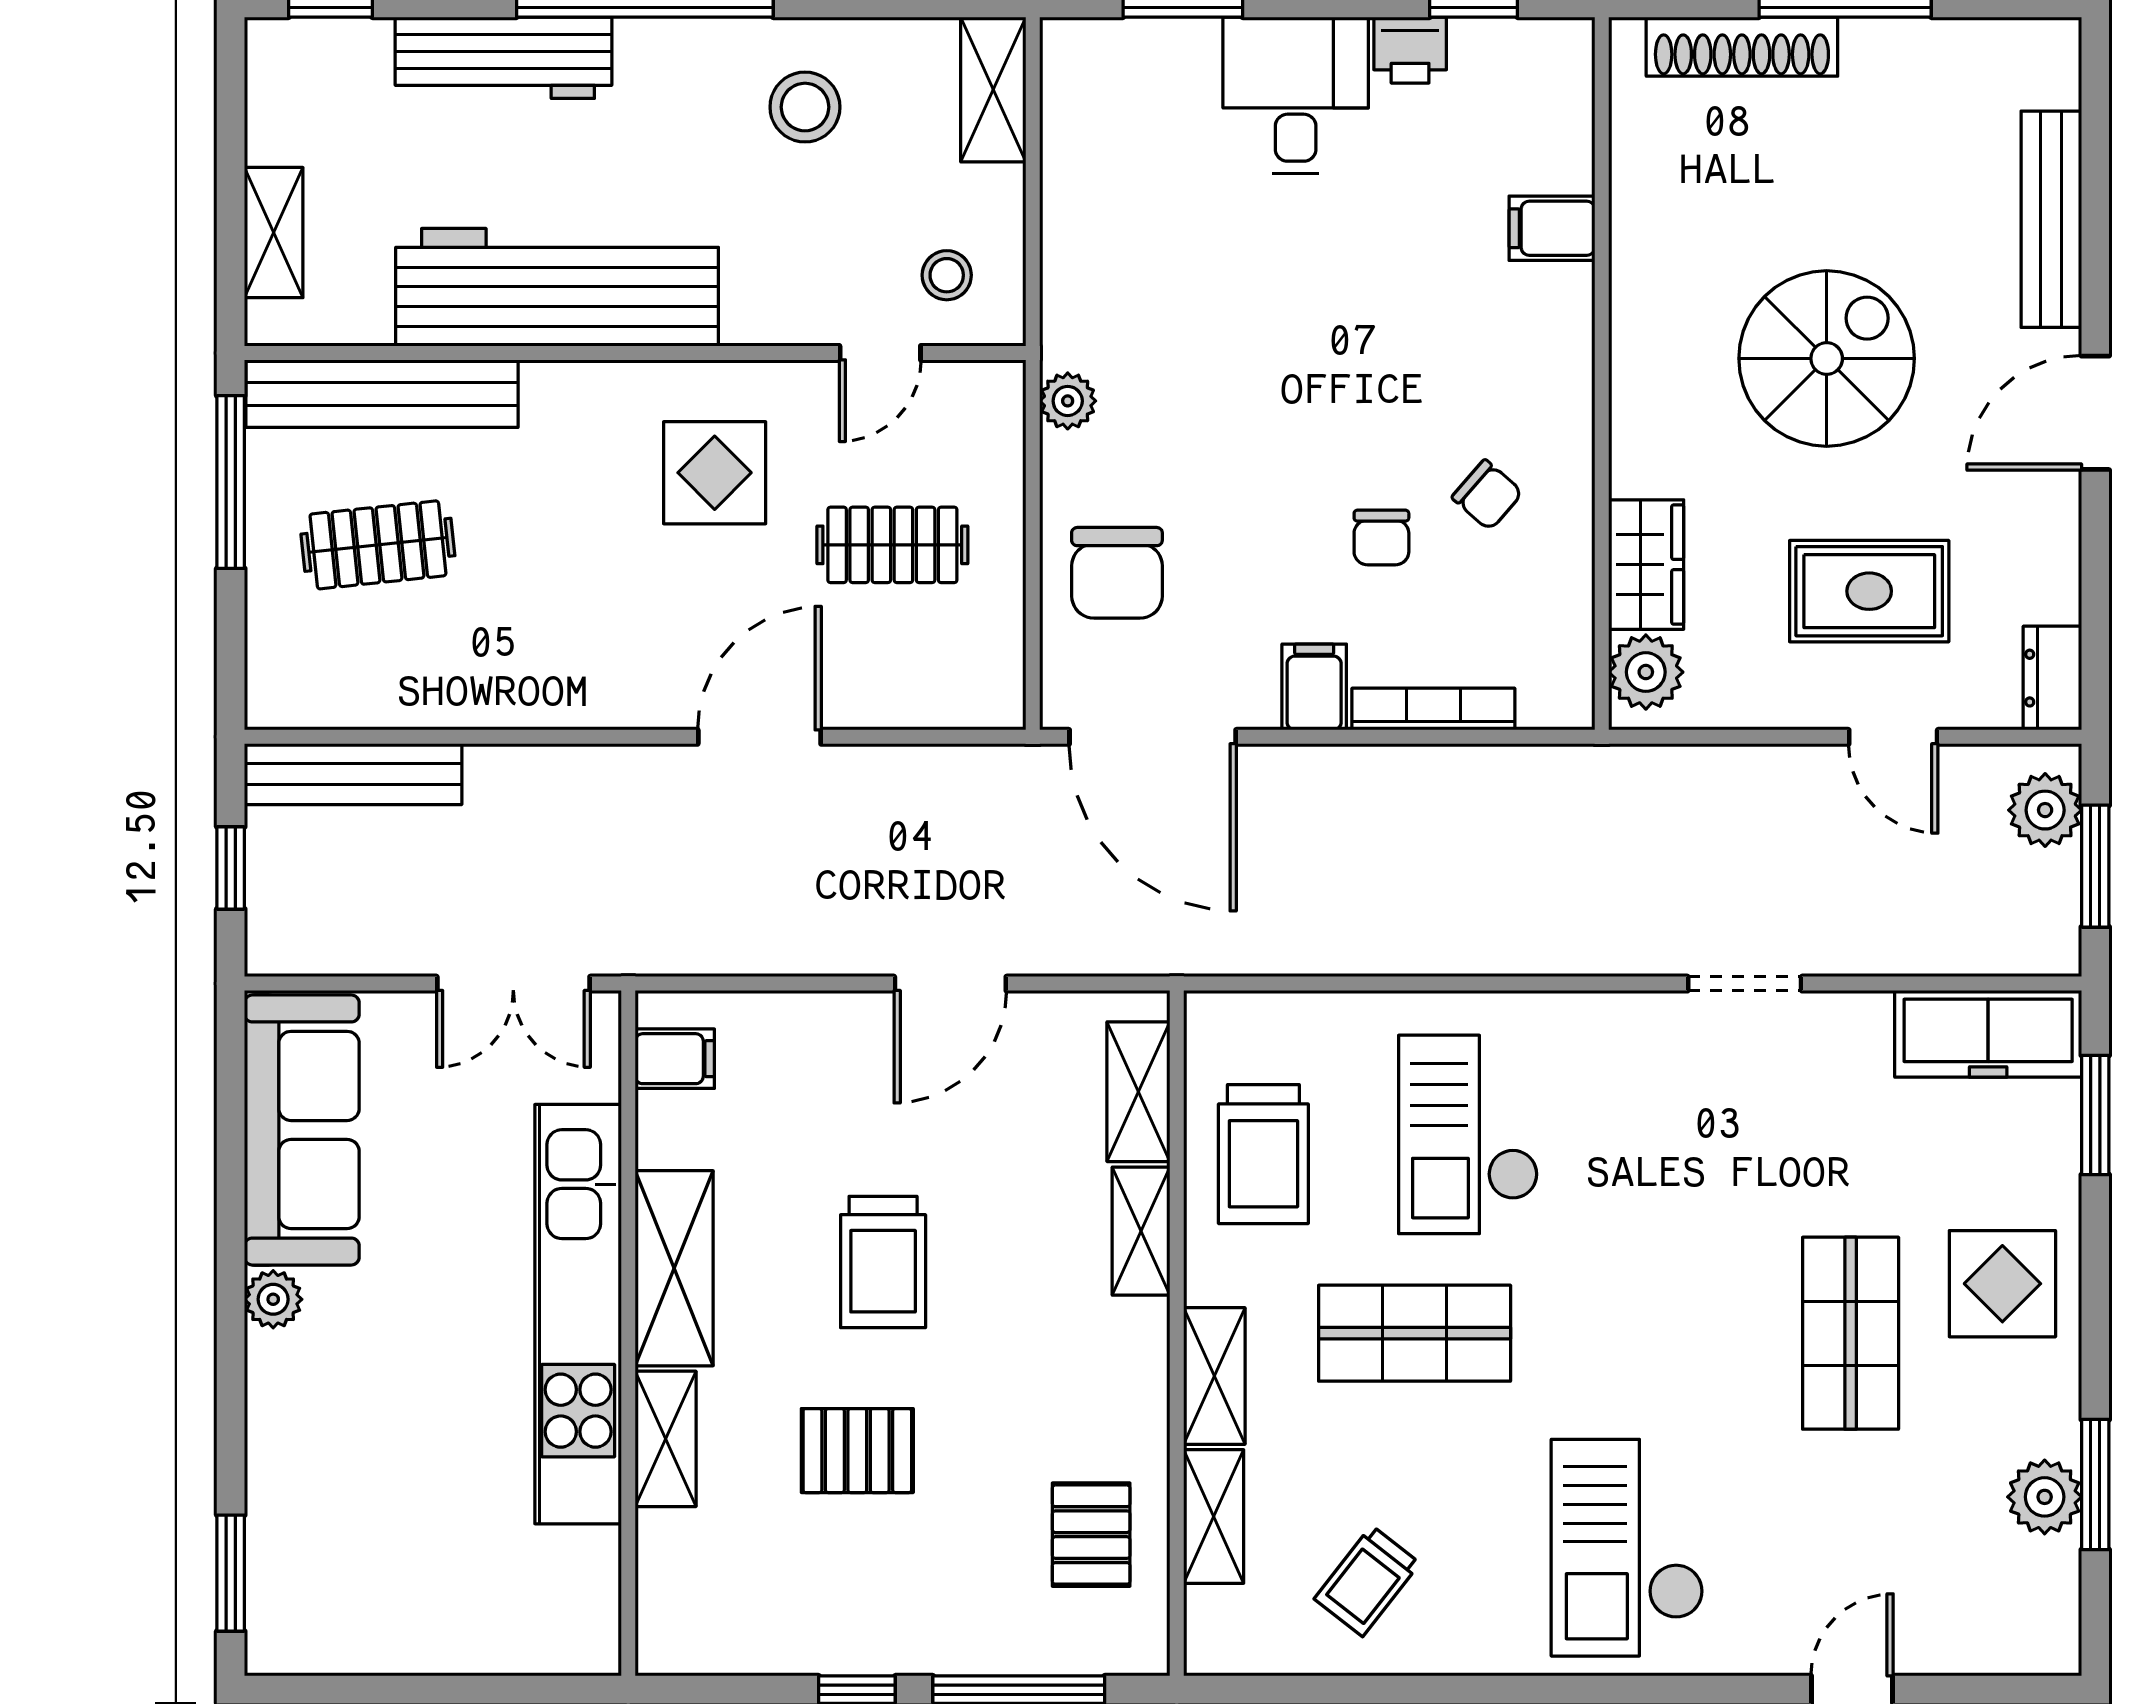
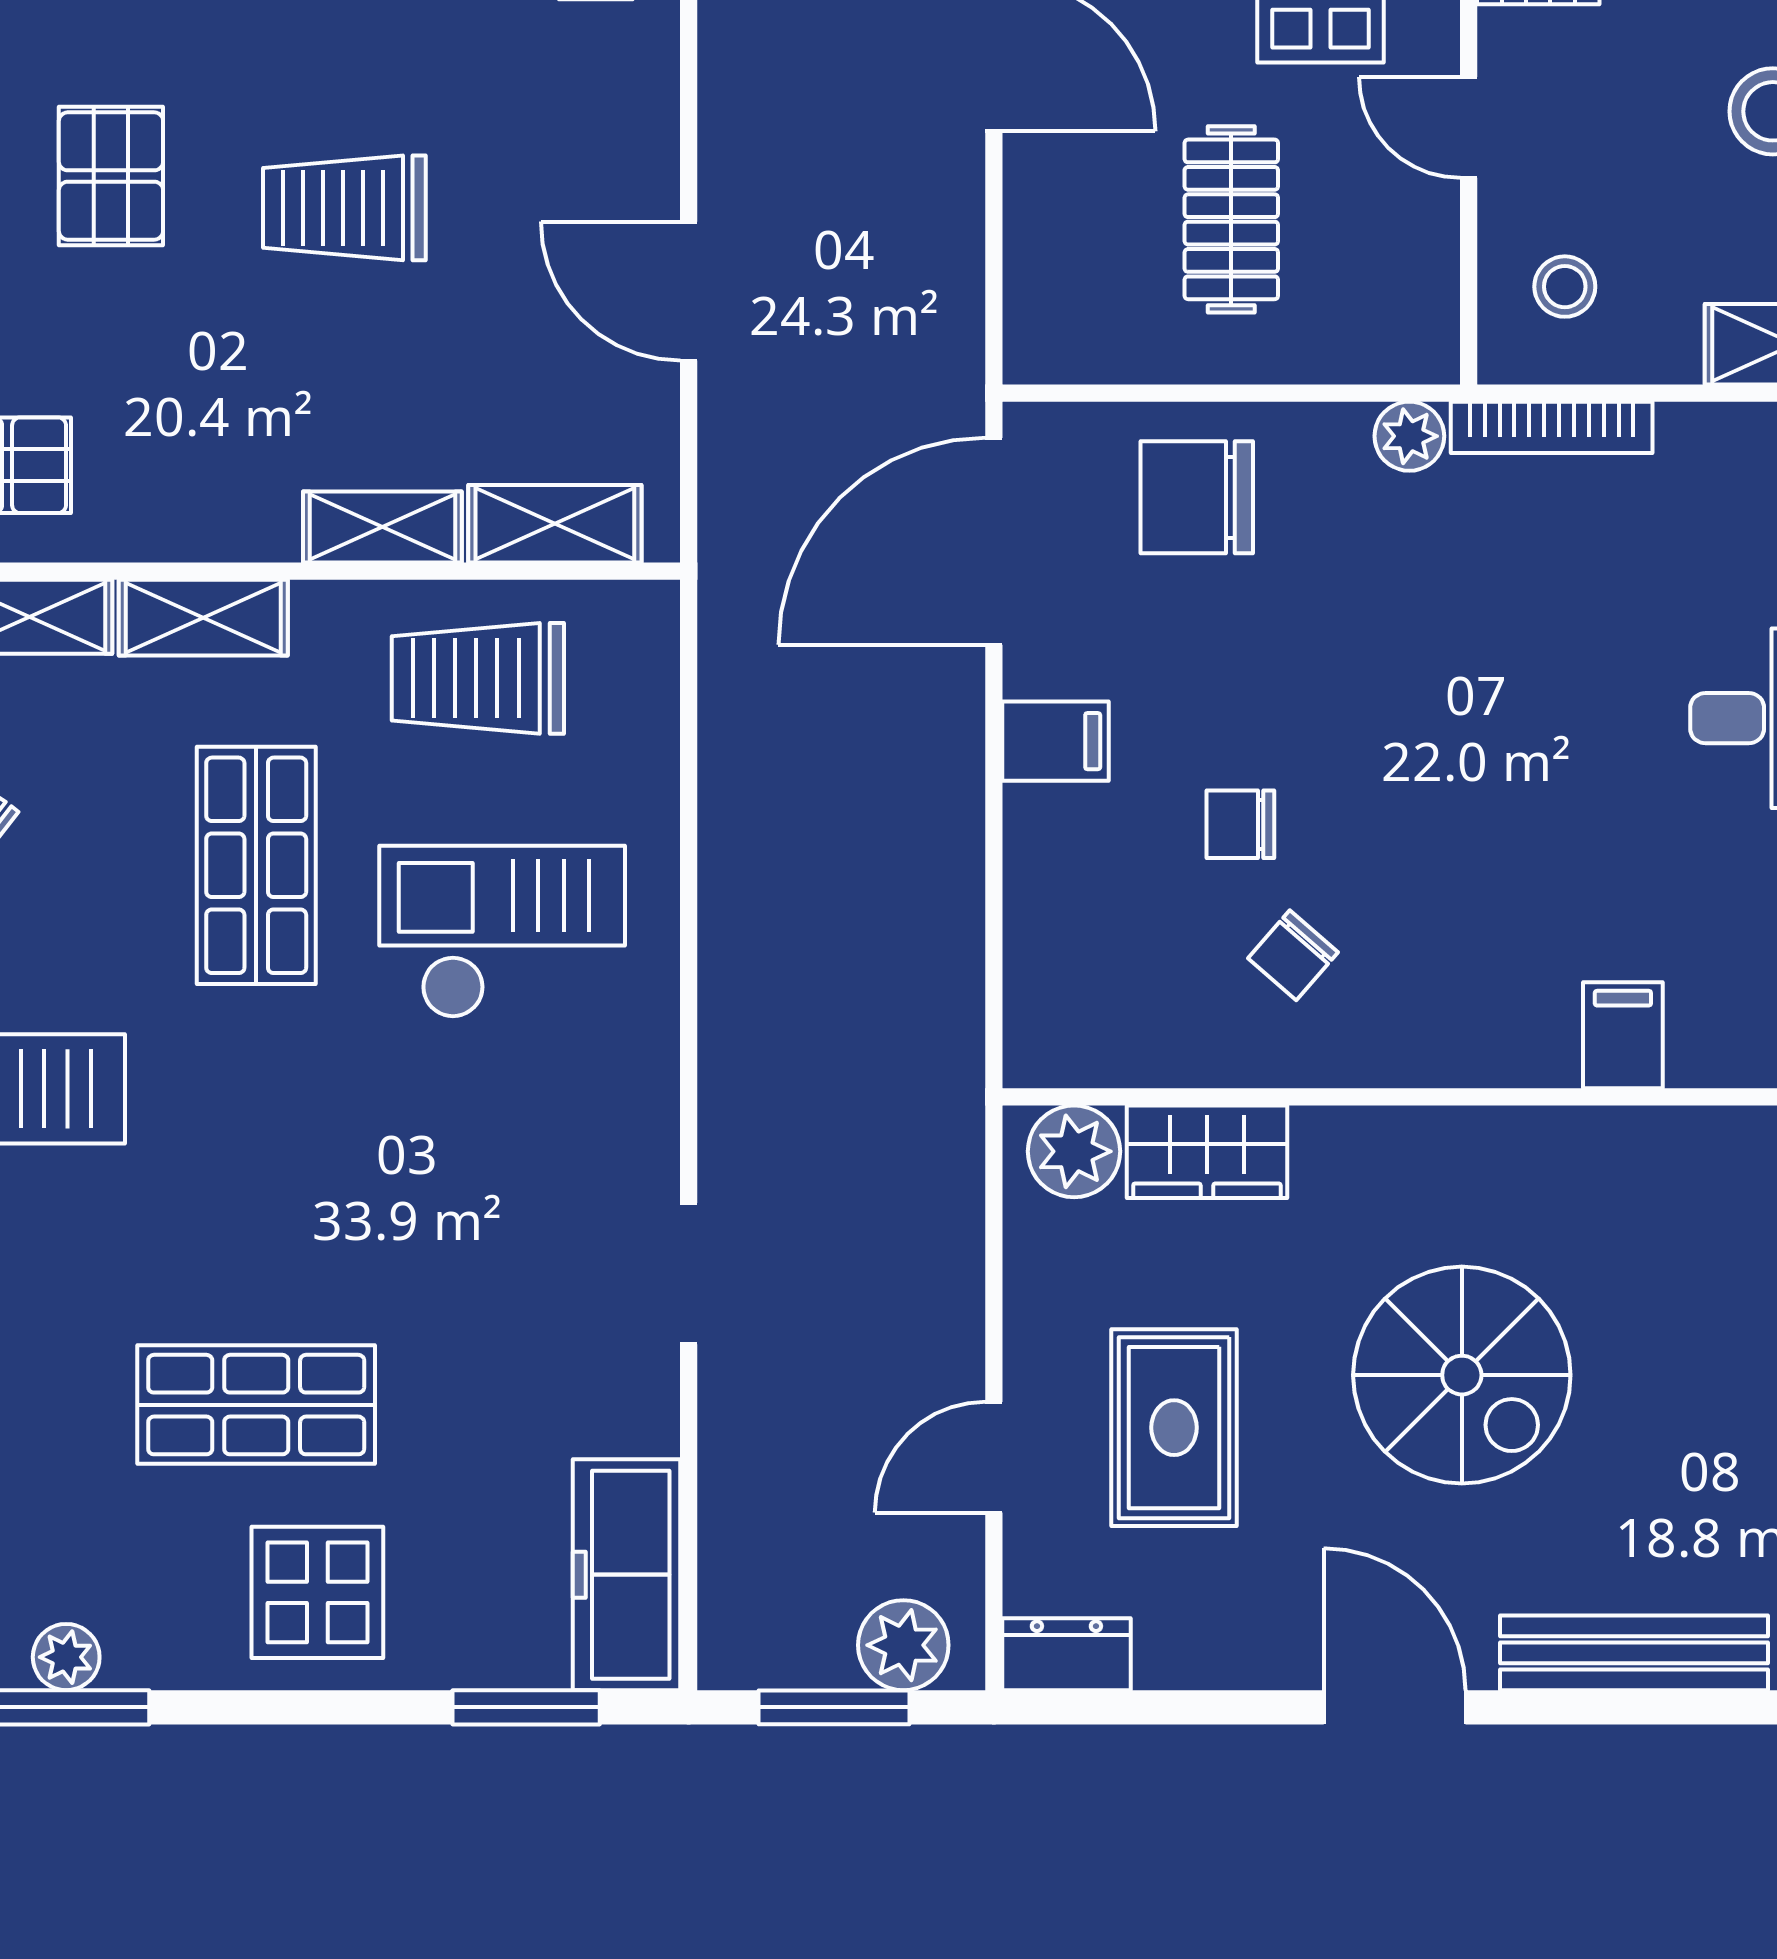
door: (880, 353) -> (1469, 127), moved
bookcase: (1433, 709) -> (1552, 427), moved, turned 90
plant: (2045, 1497) -> (66, 1657), width x0.73, depth x0.73

